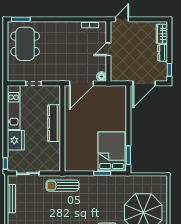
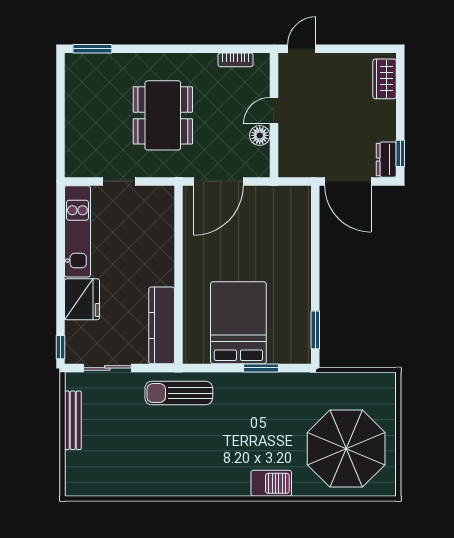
dining table: (25, 44) -> (163, 115), moved
dresser: (163, 53) -> (386, 160), moved
floor lamp: (102, 76) -> (260, 135), moved
door: (144, 83) -> (348, 181), hinge flipped
kitchen counter: (54, 123) -> (162, 325), moved
bed: (112, 152) -> (238, 323), moved

